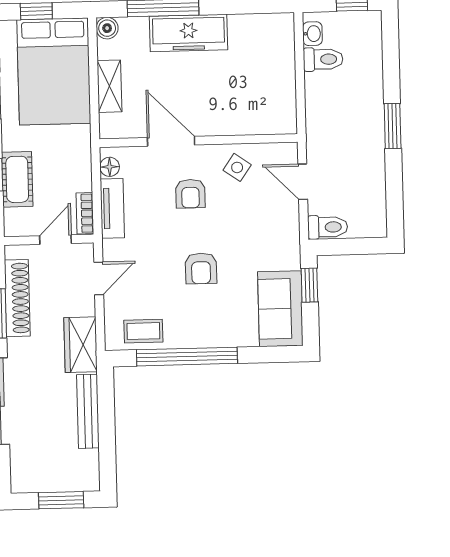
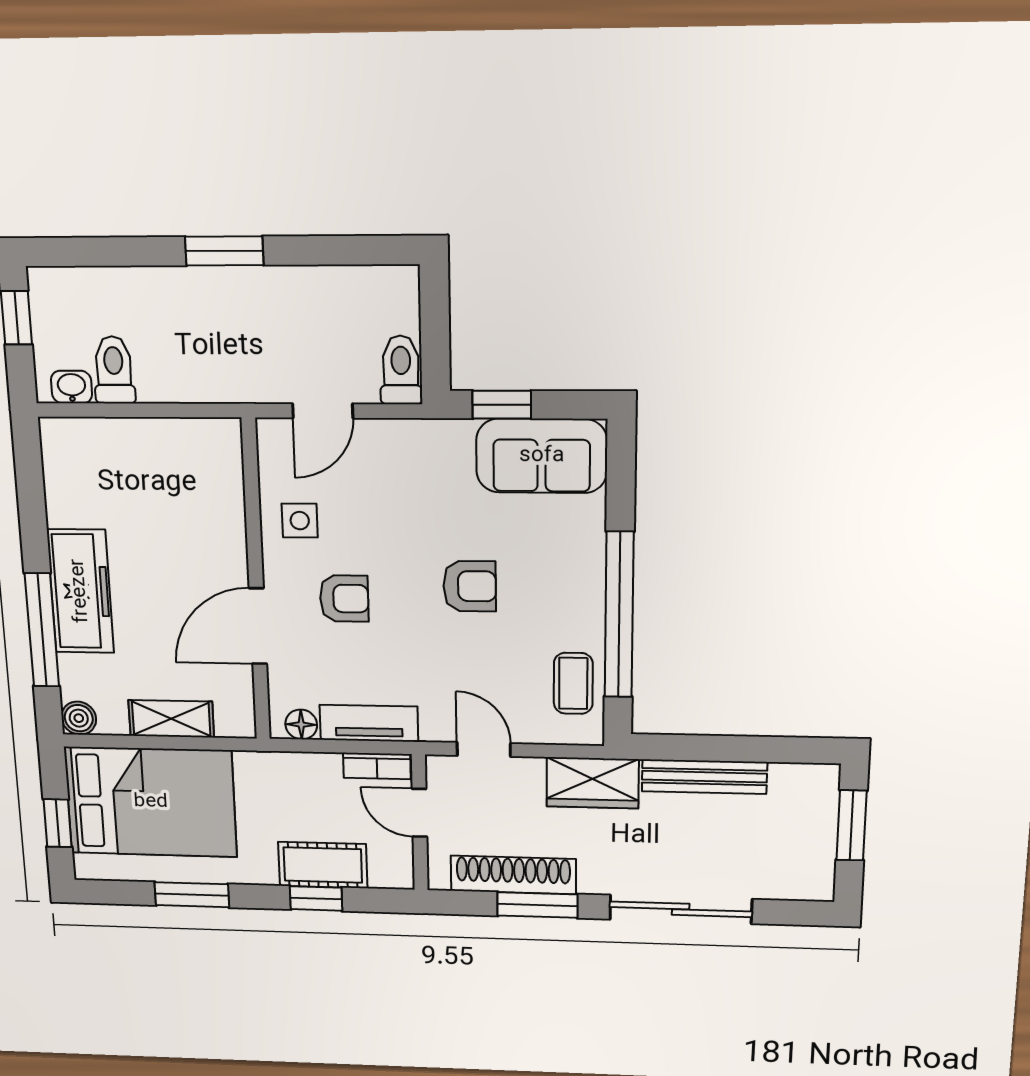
side table: (237, 167) -> (300, 521), turned -35

